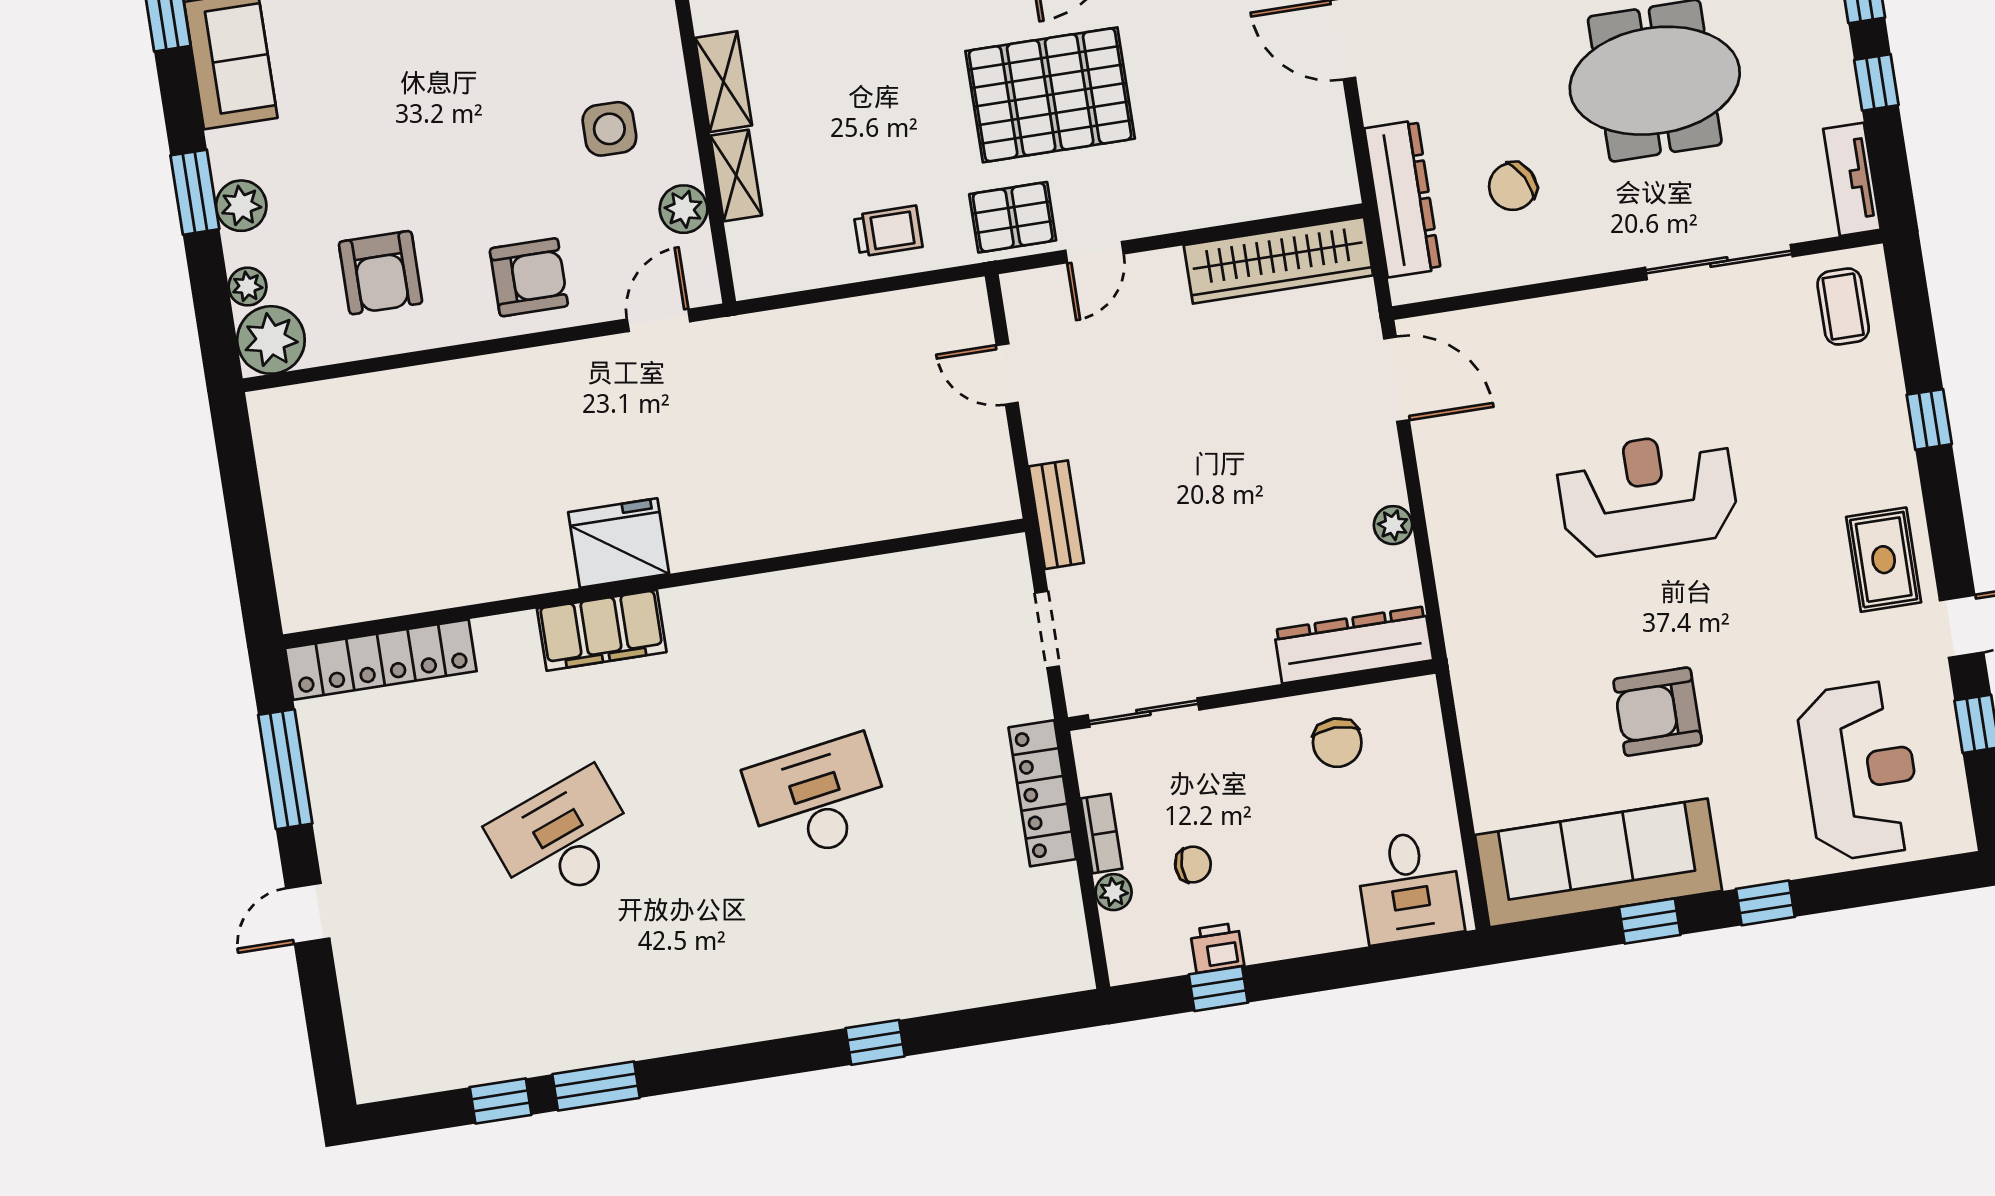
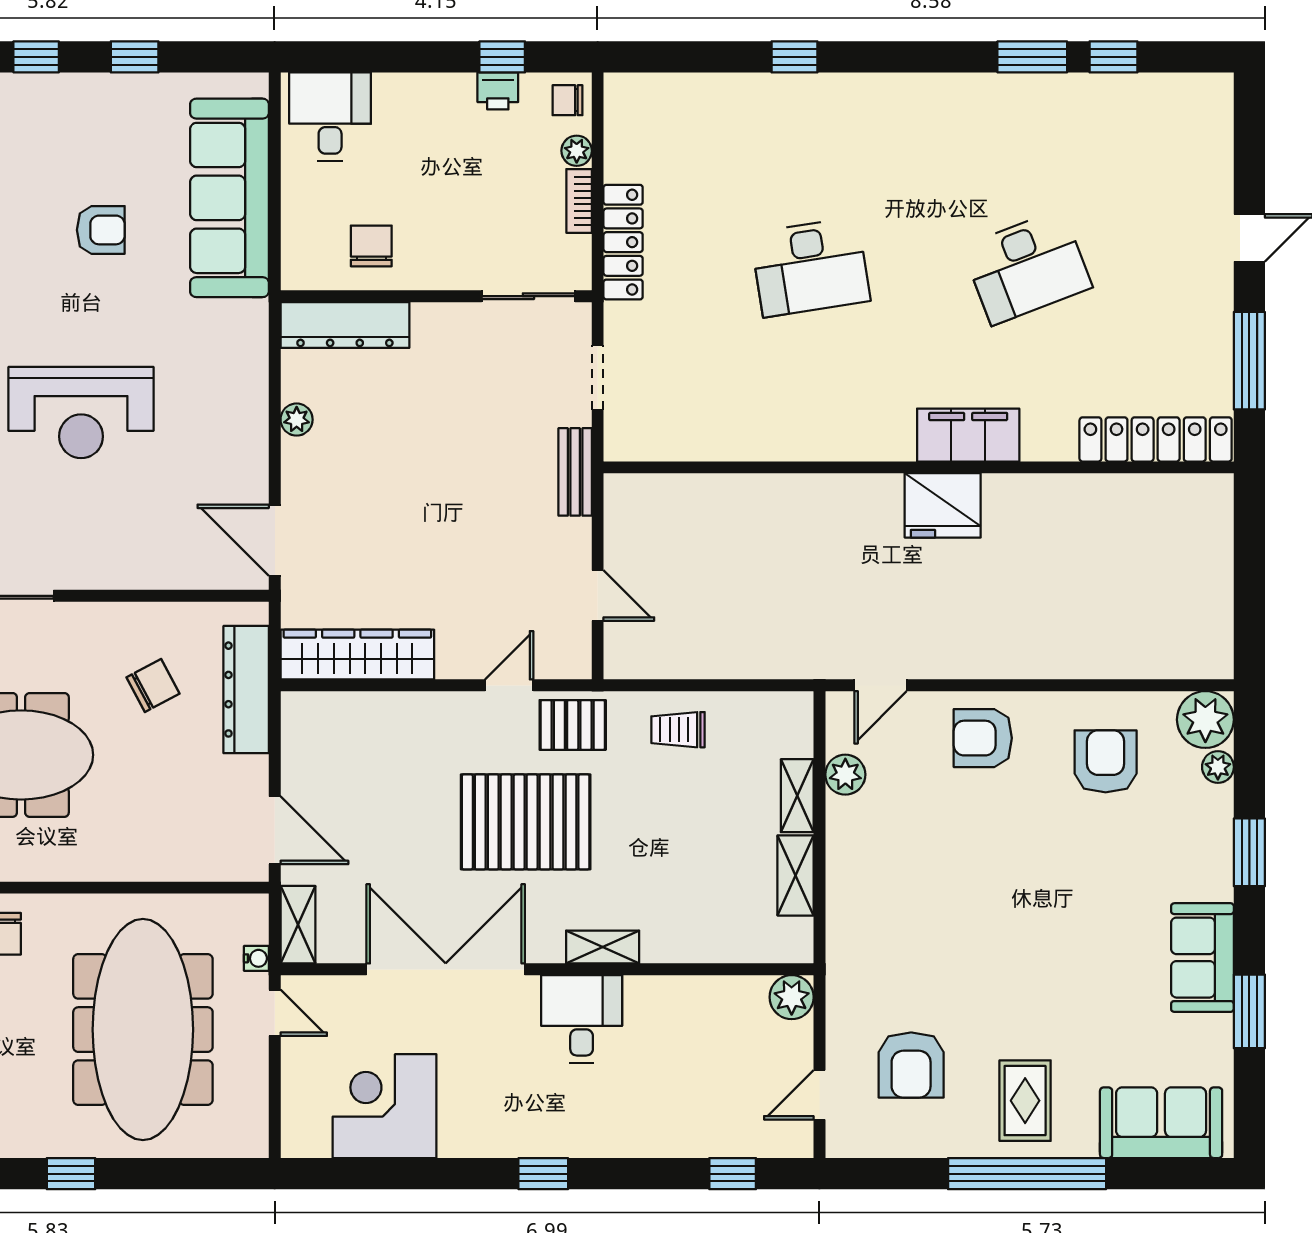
side table: (609, 129) -> (896, 851), removed
plant: (241, 206) -> (1213, 835), removed
armchair: (1658, 712) -> (101, 230), width x0.72, depth x0.72
sofa: (1599, 863) -> (229, 198), moved, turned 90
chair: (1193, 865) -> (567, 100), moved

